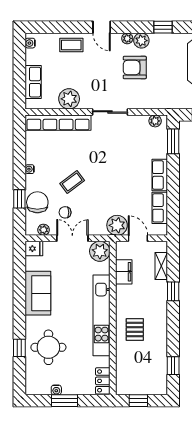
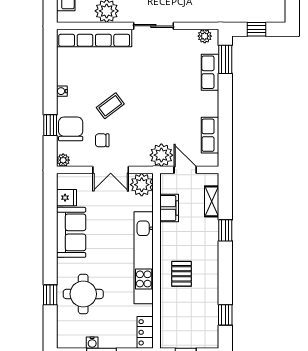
row of seats: (160, 175) -> (210, 72), moved
plant: (44, 230) -> (63, 160), moved
double door: (72, 238) -> (111, 170), swing flipped
fridge: (34, 249) -> (67, 198), moved

